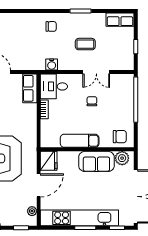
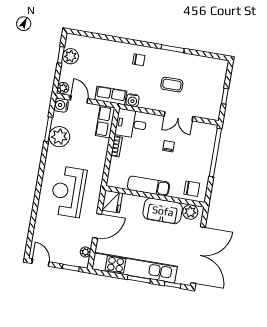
row of seats: (120, 20) -> (111, 95), moved, turned 180

